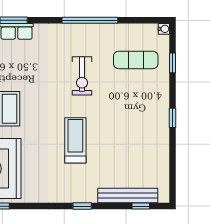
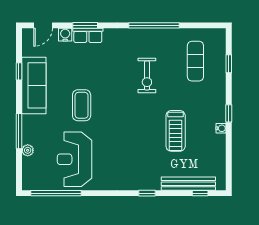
water cooler: (164, 29) -> (221, 128), moved
exercise mat: (136, 60) -> (195, 61), turned 90
treadmill: (75, 140) -> (176, 131), moved, turned 180

